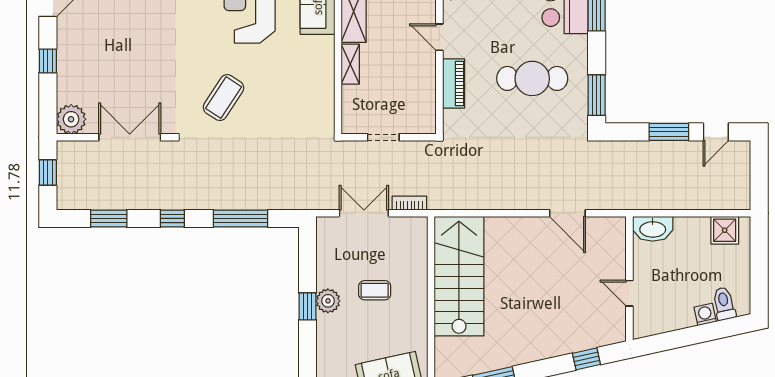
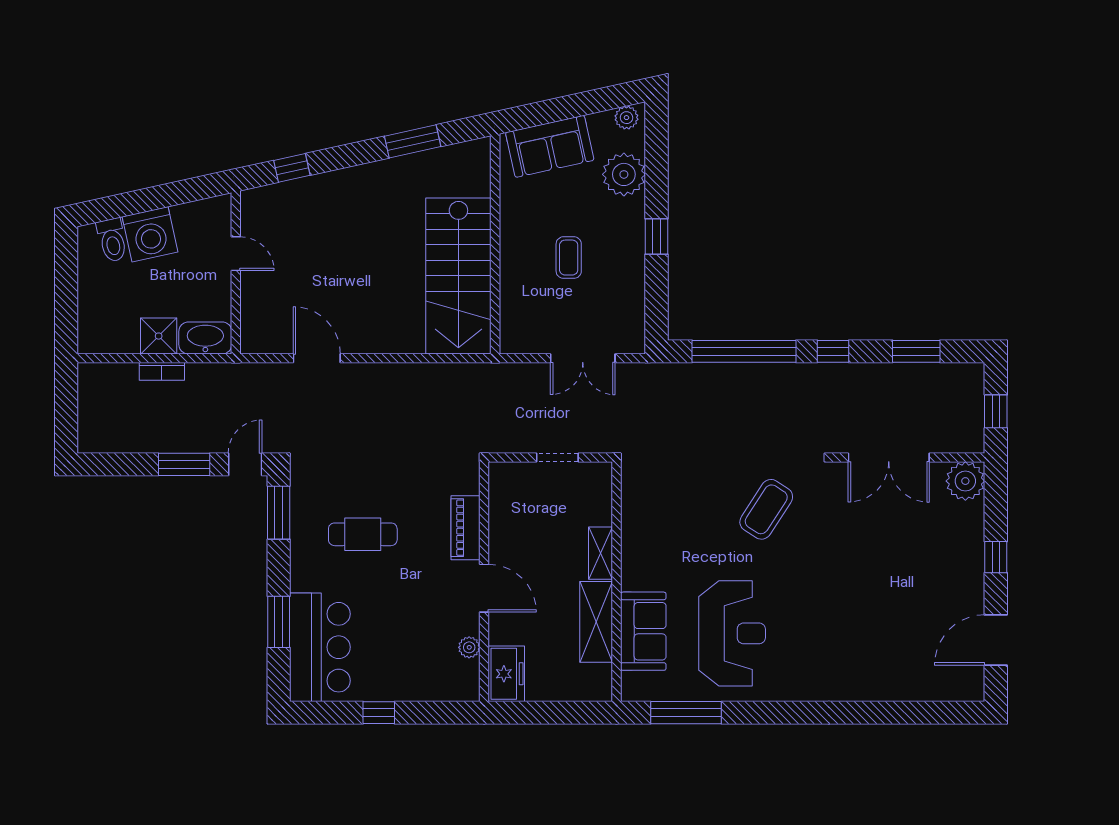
door: (439, 37) -> (484, 588), width x1.38
cafe table: (532, 78) -> (363, 534), width x0.73, depth x0.74
door: (716, 132) -> (245, 464), moved
bookcase: (409, 203) -> (162, 371), moved
window: (241, 218) -> (744, 351), width x1.46
shower: (725, 230) -> (159, 336), moved
coffee table: (375, 290) -> (569, 258), turned 90
plant: (328, 301) -> (624, 174), moved, width x1.36, depth x1.36
washing machine: (705, 314) -> (150, 234), width x1.89, depth x1.89

